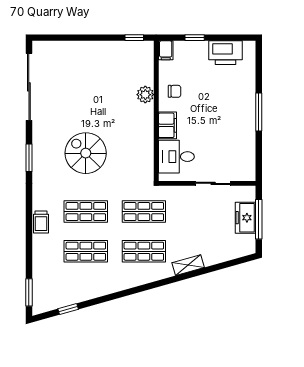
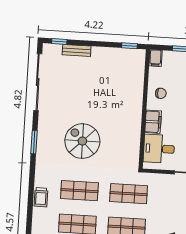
window: (51, 38) -> (59, 41), added
bench: (72, 47) -> (77, 50), added
plant: (145, 95) -> (136, 95), removed

